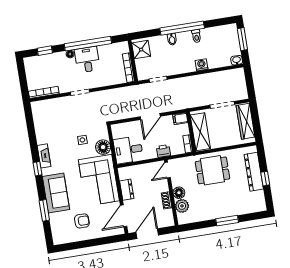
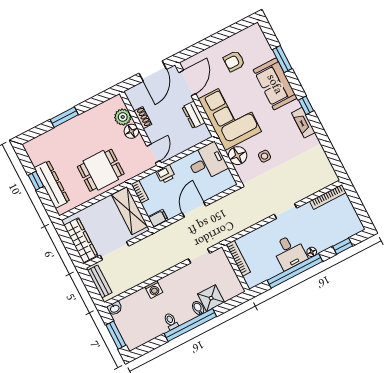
shower: (141, 50) -> (211, 298), moved
bench: (241, 85) -> (100, 281), added

